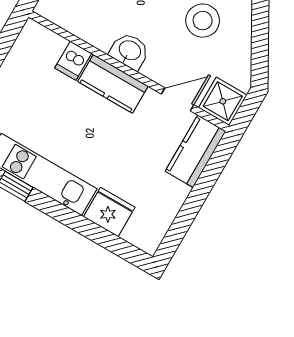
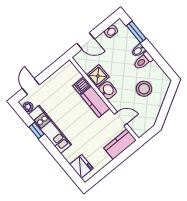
shower: (223, 101) -> (98, 76), moved
fridge: (109, 212) -> (81, 166), moved

